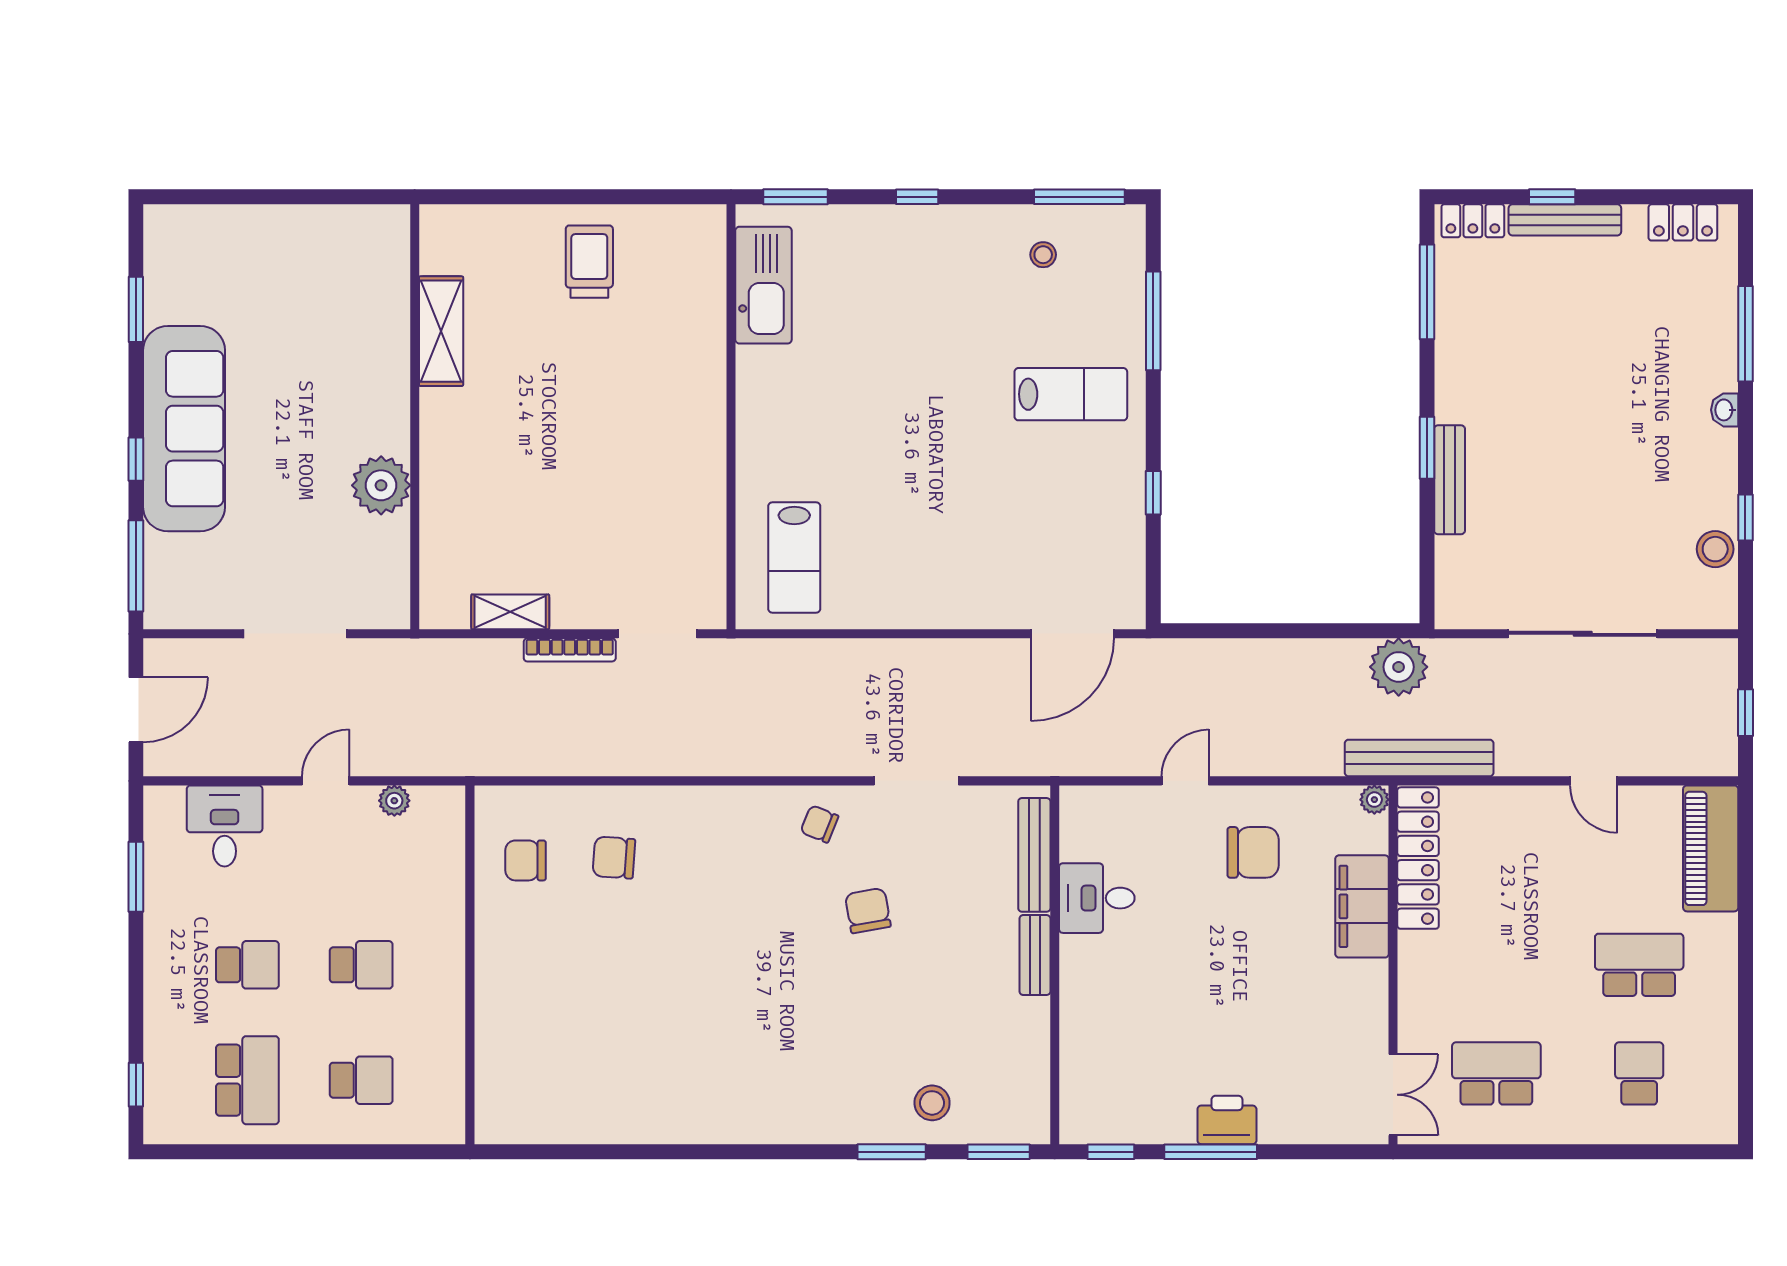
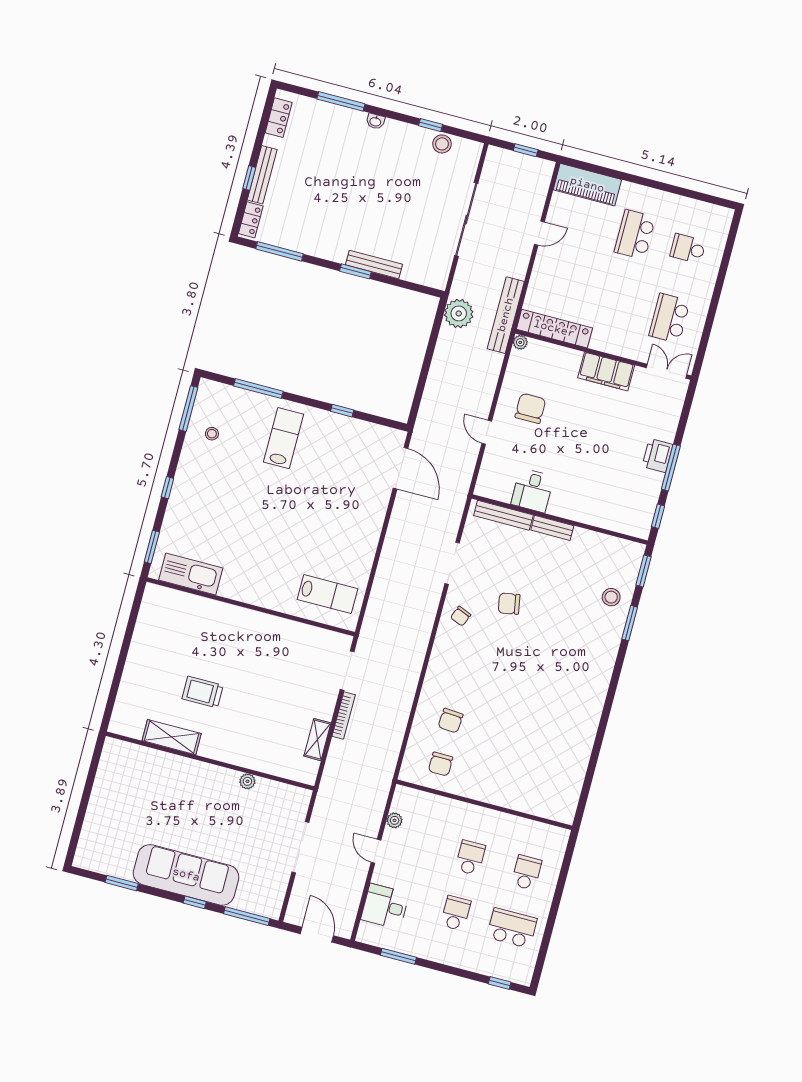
trolley: (589, 262) -> (203, 692), moved
plant: (381, 485) -> (247, 781), width x0.53, depth x0.53
filing cabinet: (1362, 906) -> (606, 371), moved

